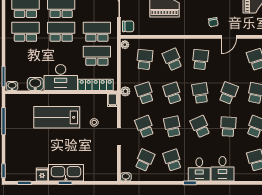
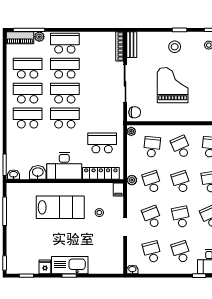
school desk: (97, 32) -> (102, 118), removed
lab bench: (57, 117) -> (60, 207), turned 180
school desk: (145, 160) -> (152, 252), turned -39

